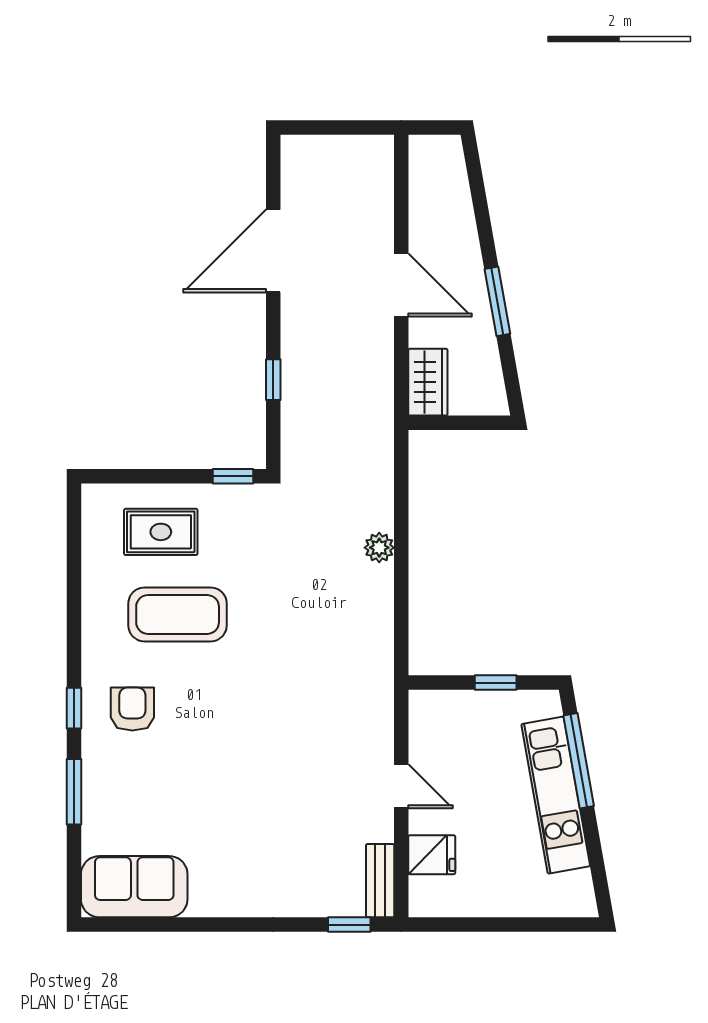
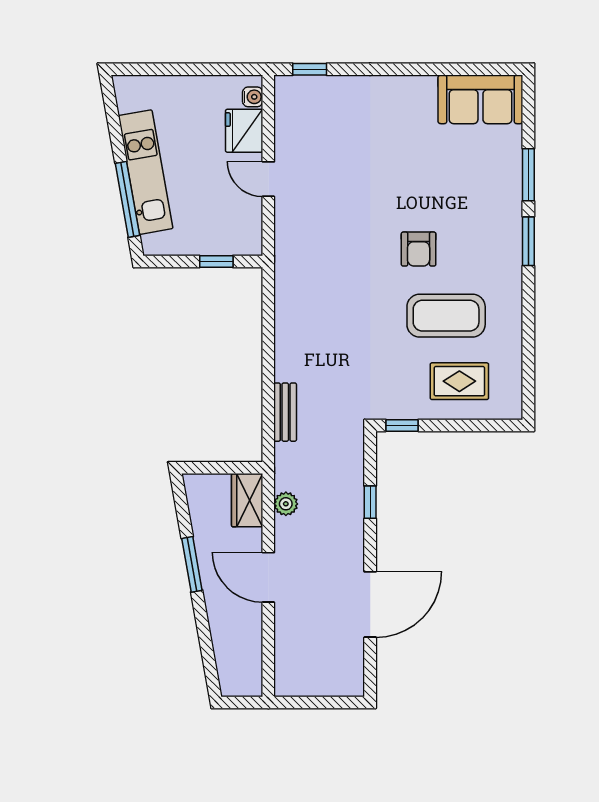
plant: (379, 548) -> (286, 504), moved
window: (496, 683) -> (216, 261), moved
window: (74, 708) -> (528, 241), width x1.50
armchair: (132, 709) -> (419, 249), moved
fridge: (432, 855) -> (244, 131), width x1.38
bench: (380, 881) -> (285, 412), moved
water cooler: (421, 890) -> (253, 97), added

